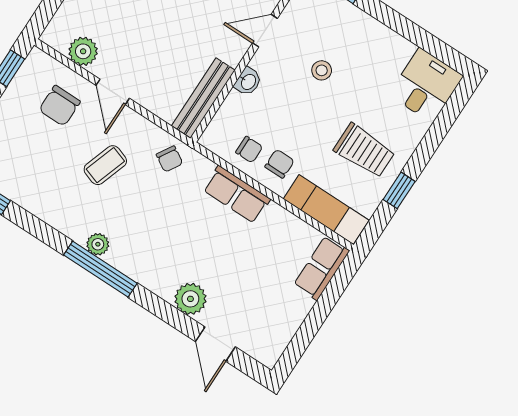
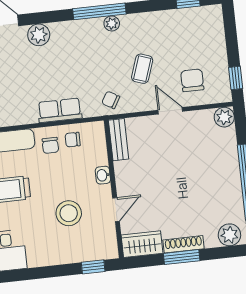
plant: (83, 51) -> (224, 117), moved
stool: (322, 70) -> (69, 213), width x1.89, depth x1.89
bench: (203, 98) -> (119, 140), width x0.73

